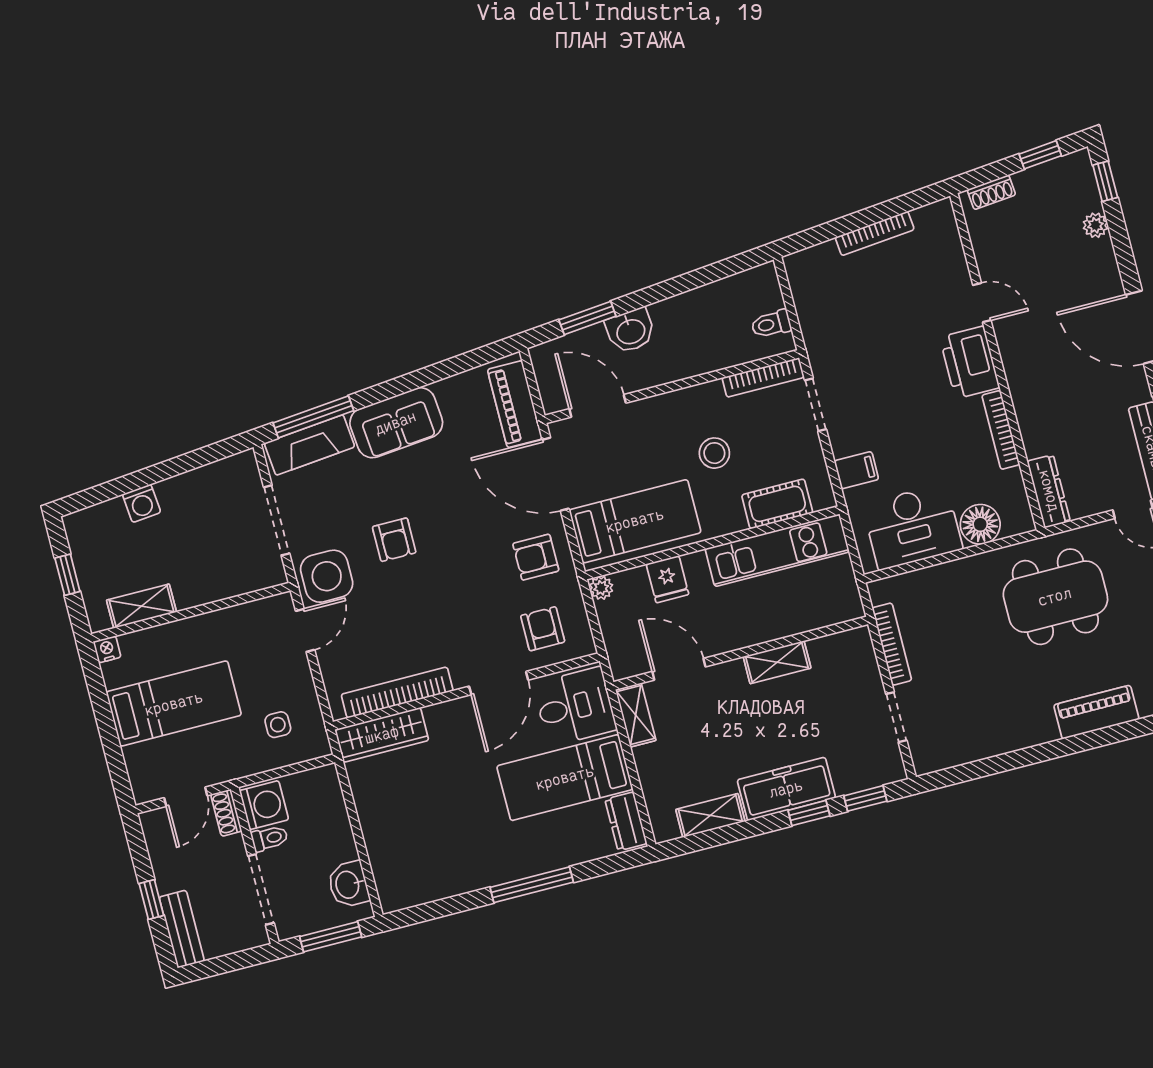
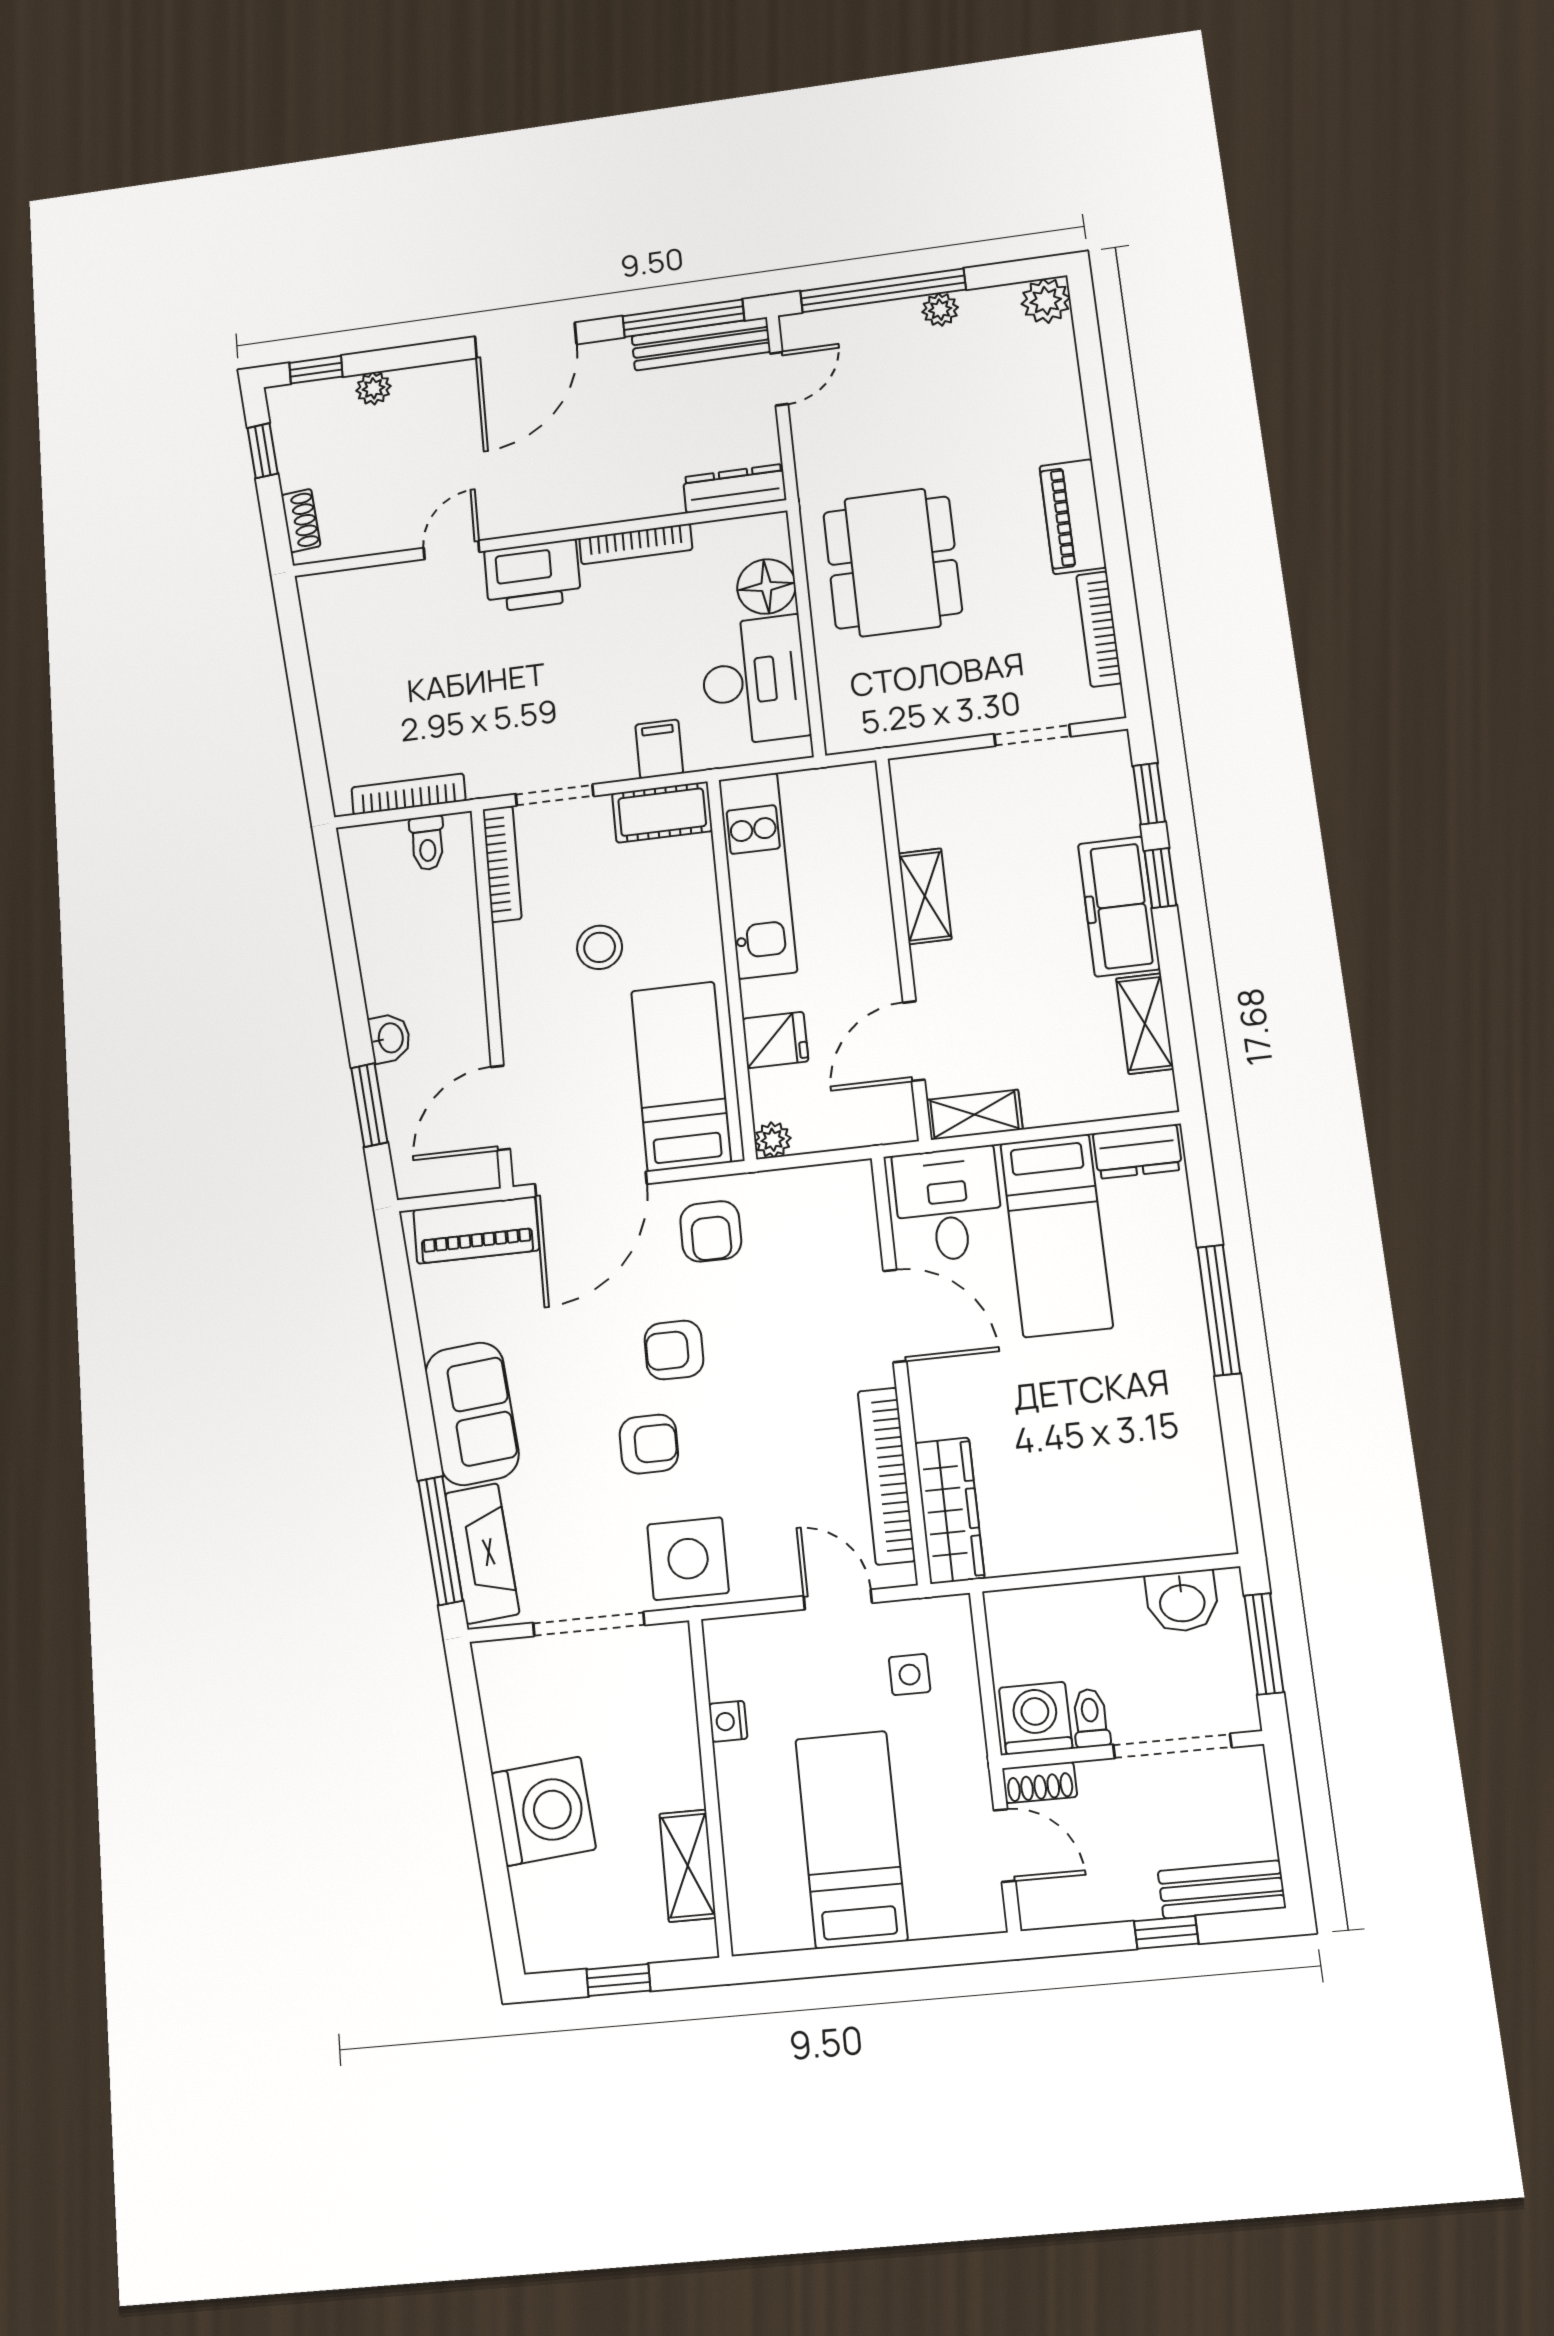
bookcase: (875, 233) -> (408, 794), moved, turned -85
washbasin: (630, 331) -> (390, 1038), width x0.72, depth x0.69
washing machine: (142, 503) -> (543, 1811), width x1.89, depth x1.89
cot: (777, 504) -> (662, 812), moved, turned 90
dining table: (1055, 597) -> (893, 562), moved
armchair: (543, 629) -> (674, 1350), moved
door: (305, 630) -> (838, 1599), moved
bookcase: (892, 644) -> (1099, 629), moved, turned -90
nightstand: (107, 649) -> (728, 1721), moved
piano: (1096, 712) -> (1073, 517), moved

